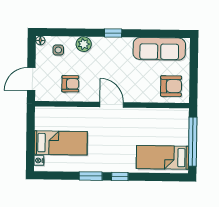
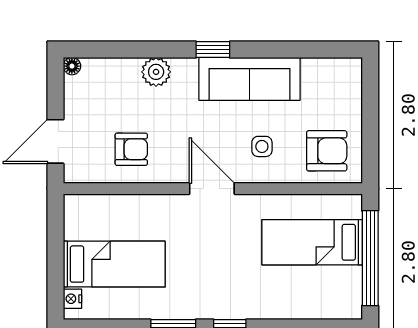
sofa: (159, 49) -> (250, 79), moved
side table: (58, 50) -> (262, 146), moved
bed: (162, 157) -> (312, 242), moved

